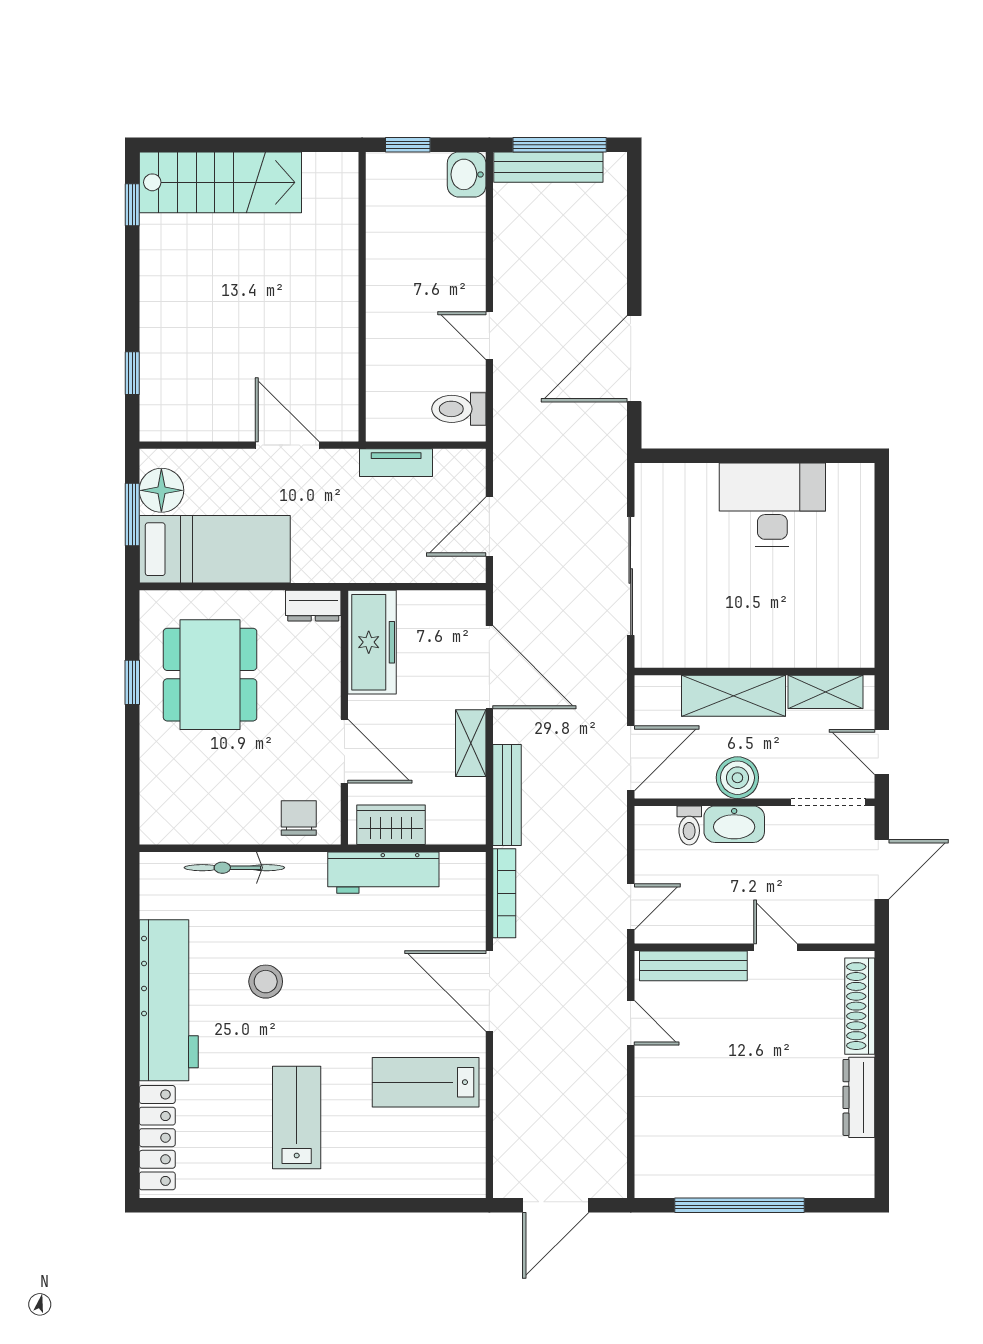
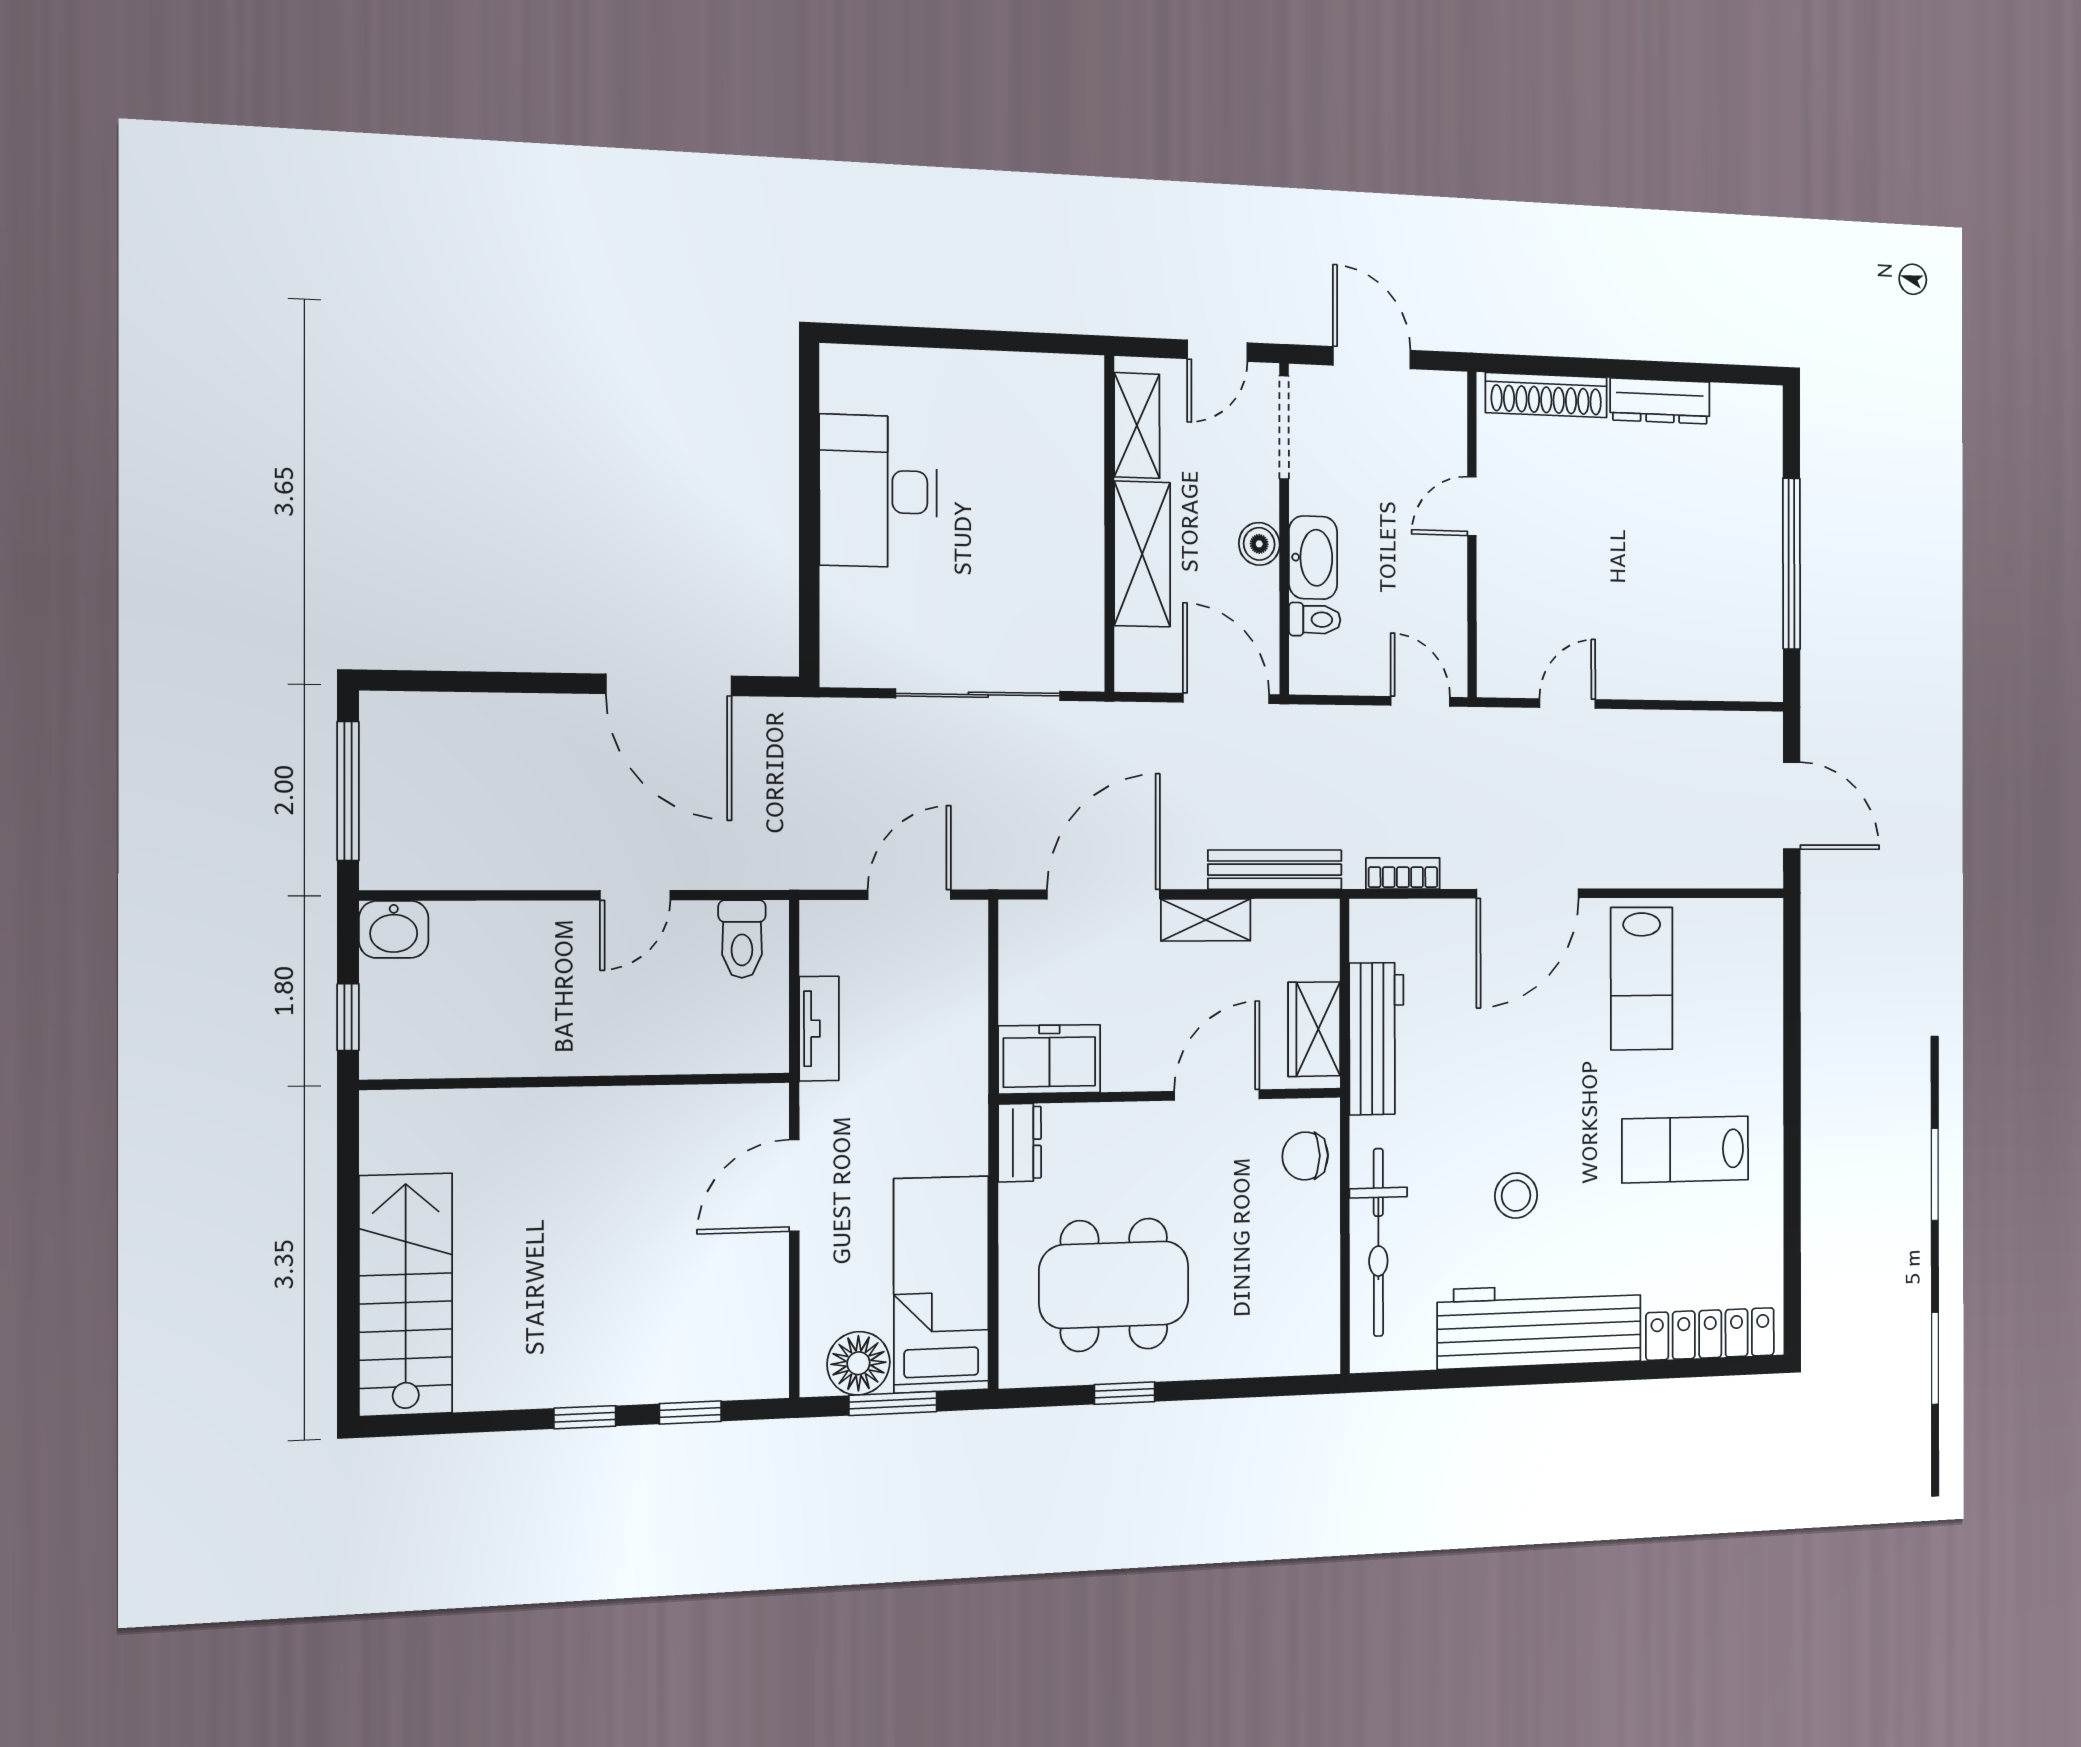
bench: (548, 167) -> (382, 808), removed
window: (132, 205) -> (585, 1417), moved
door: (489, 526) -> (909, 895), swing flipped
freezer: (372, 642) -> (1049, 1059), width x0.71
boiler: (737, 778) -> (1259, 544), width x0.73, depth x0.73
bicycle: (234, 868) -> (1378, 1242), width x1.37, depth x1.40
bookcase: (504, 893) -> (1403, 873), width x0.64
bench: (693, 966) -> (1496, 618), removed

